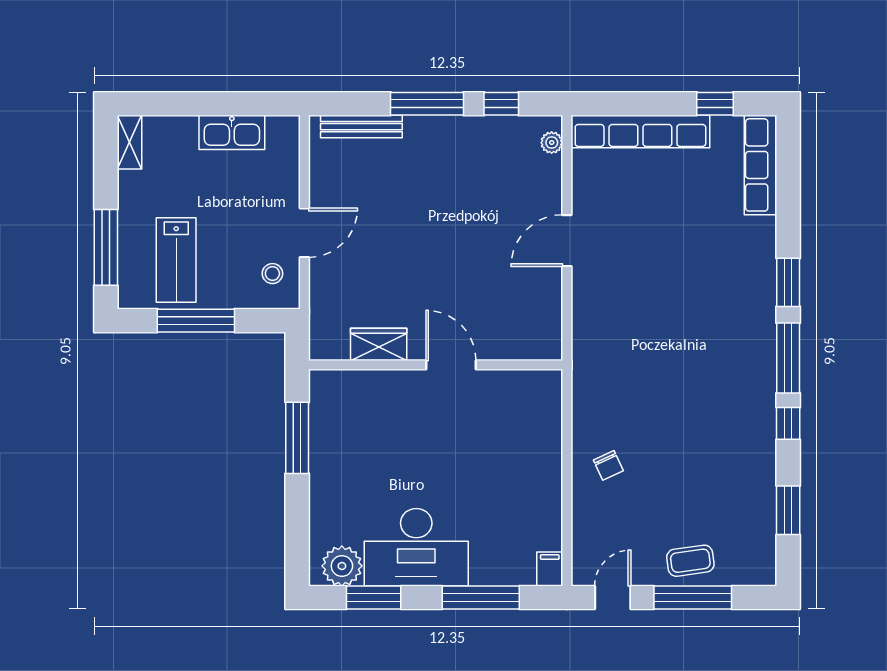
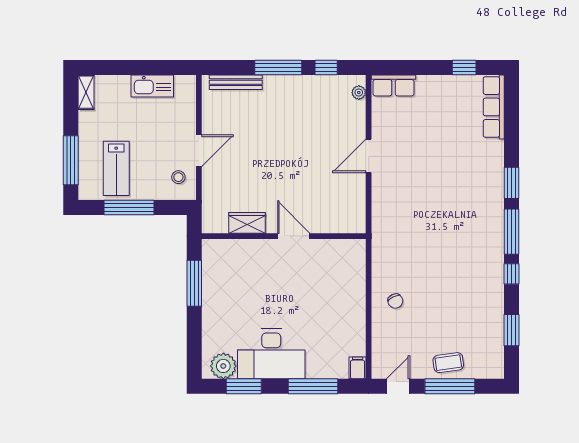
row of seats: (640, 132) -> (394, 85), width x0.50

